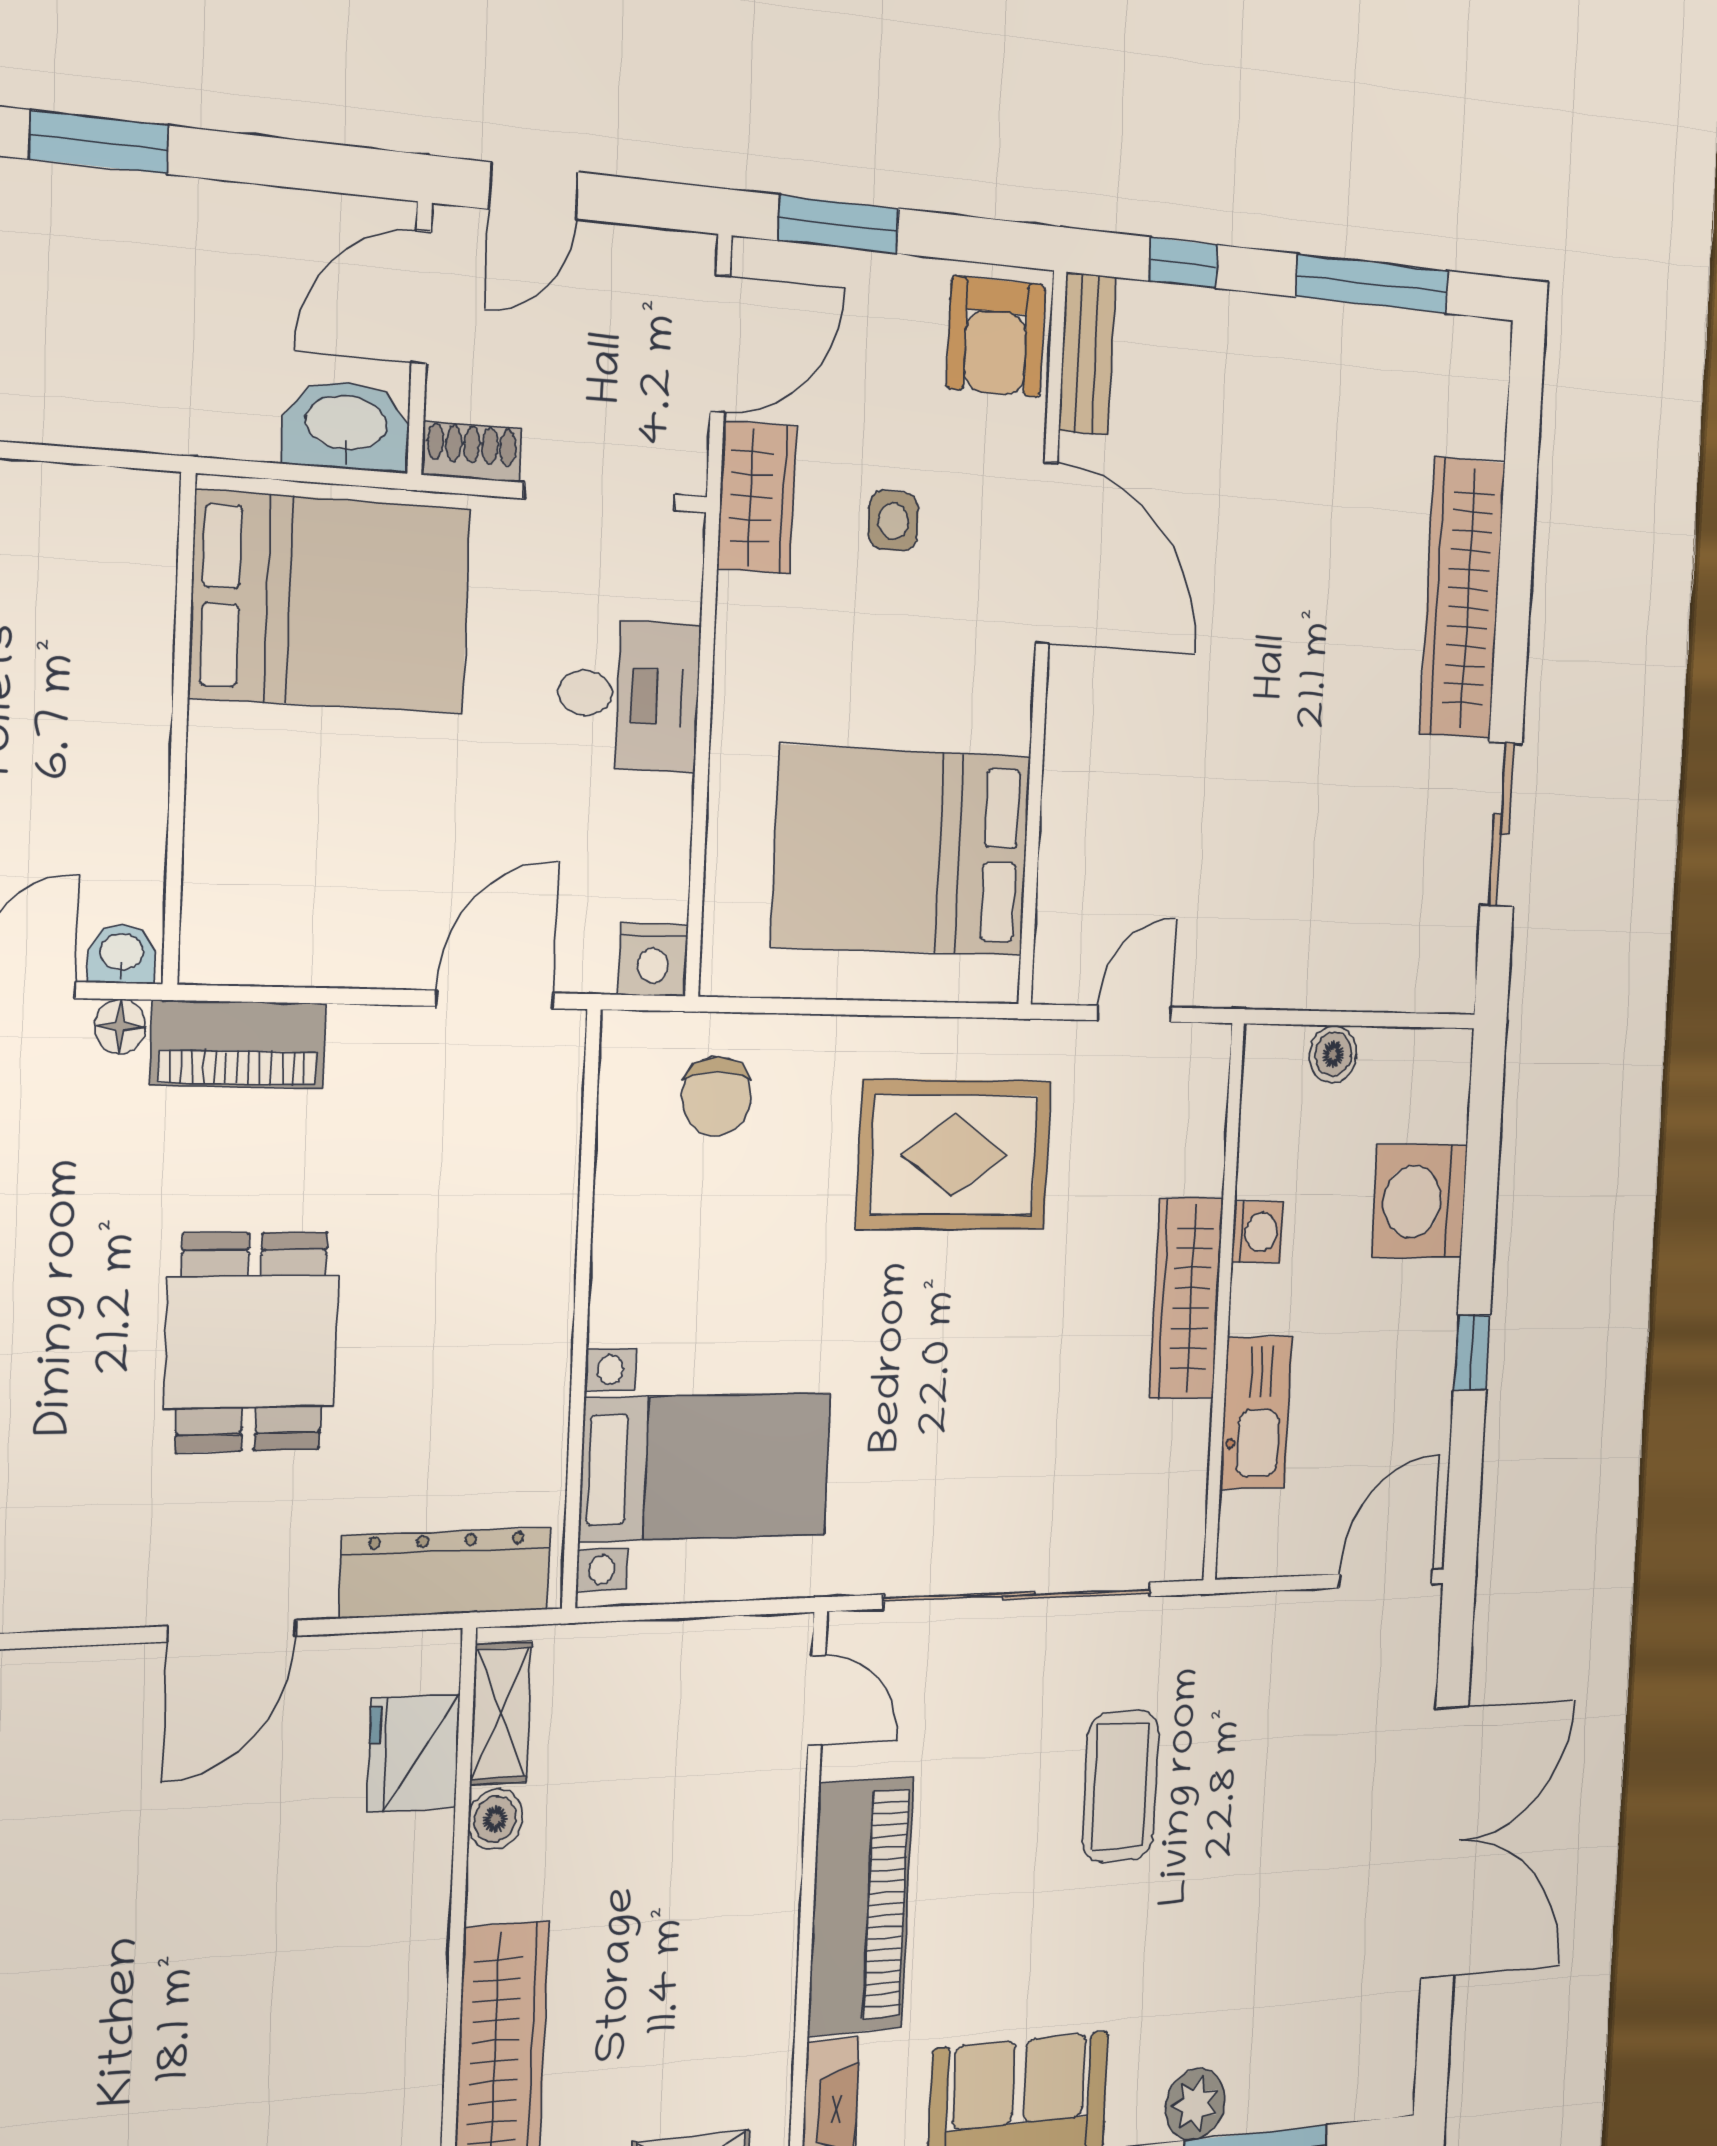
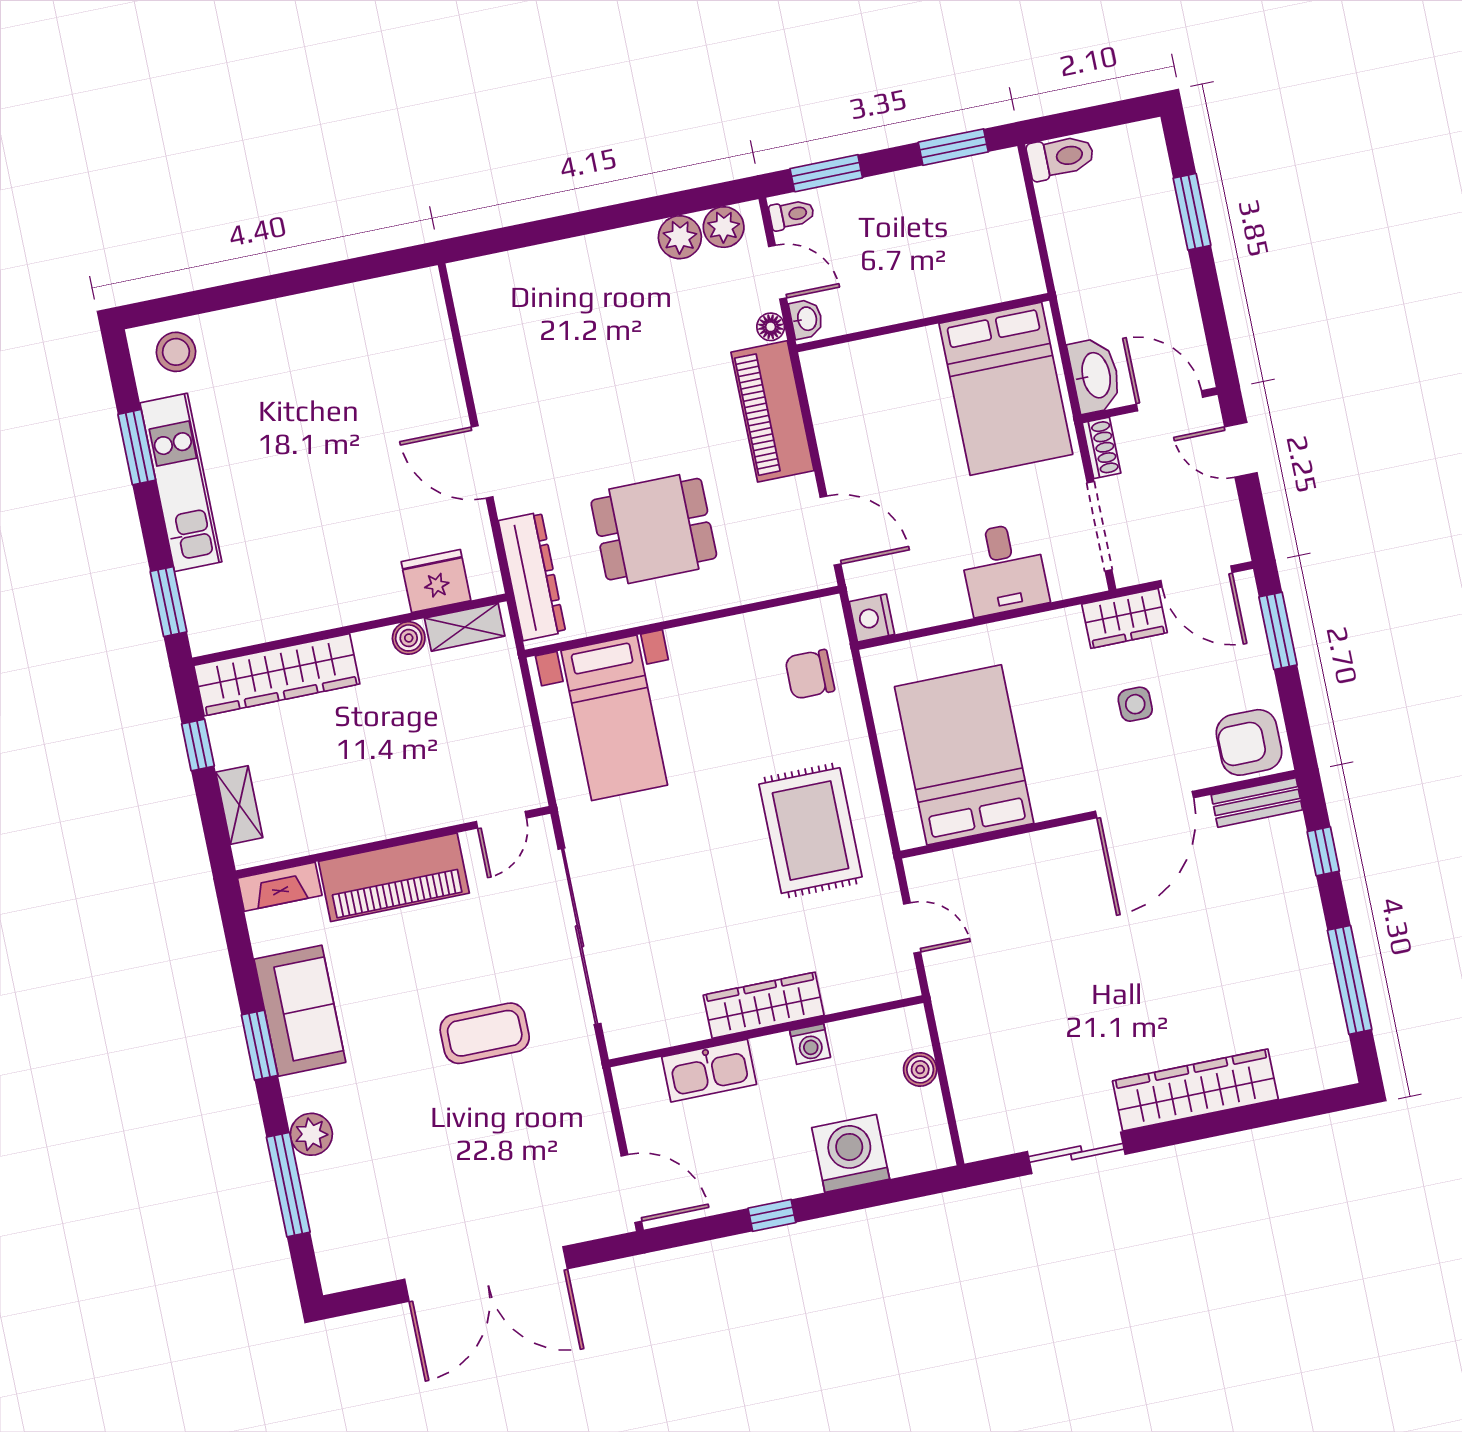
piano: (238, 1044) -> (773, 411), width x1.37, depth x1.33
dining table: (252, 1342) -> (654, 529), moved

